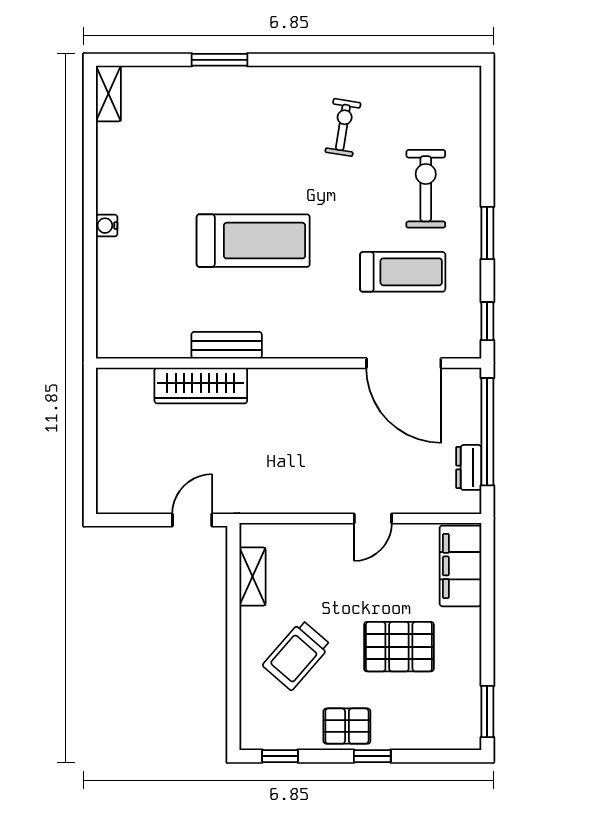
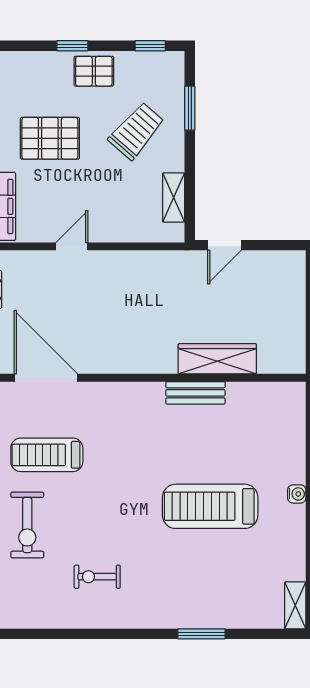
exercise bike: (343, 127) -> (97, 577), turned 81
treadmill: (253, 241) -> (210, 506), moved
window: (233, 682) -> (190, 108), added

